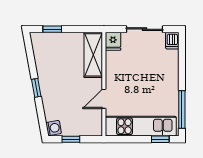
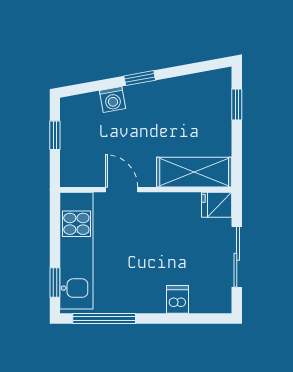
dishwasher: (172, 41) -> (178, 299), moved, turned 90
washing machine: (54, 128) -> (113, 100), moved

